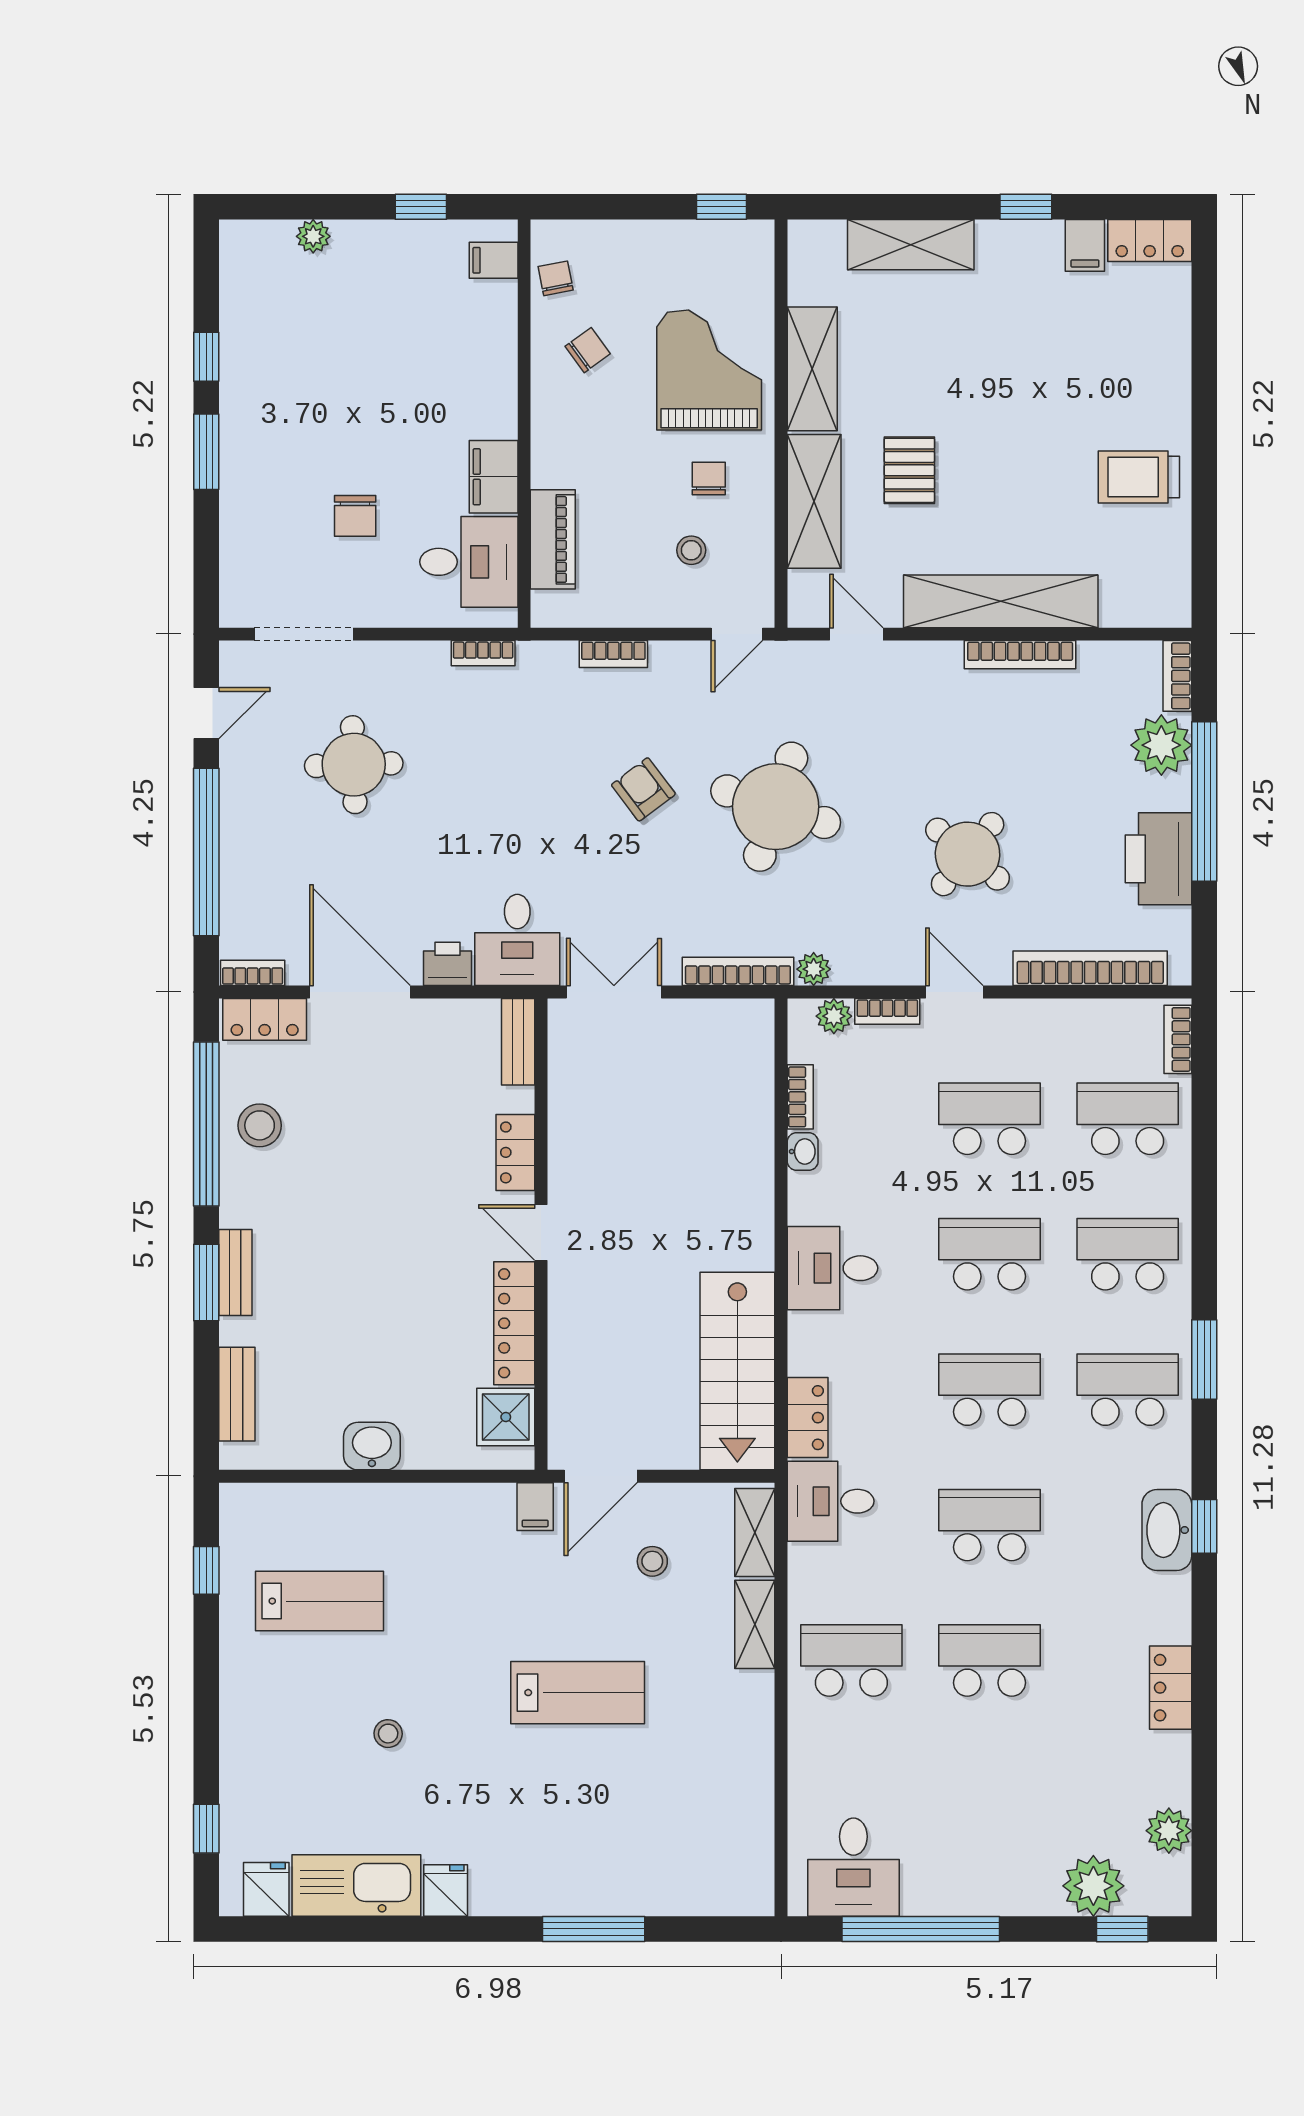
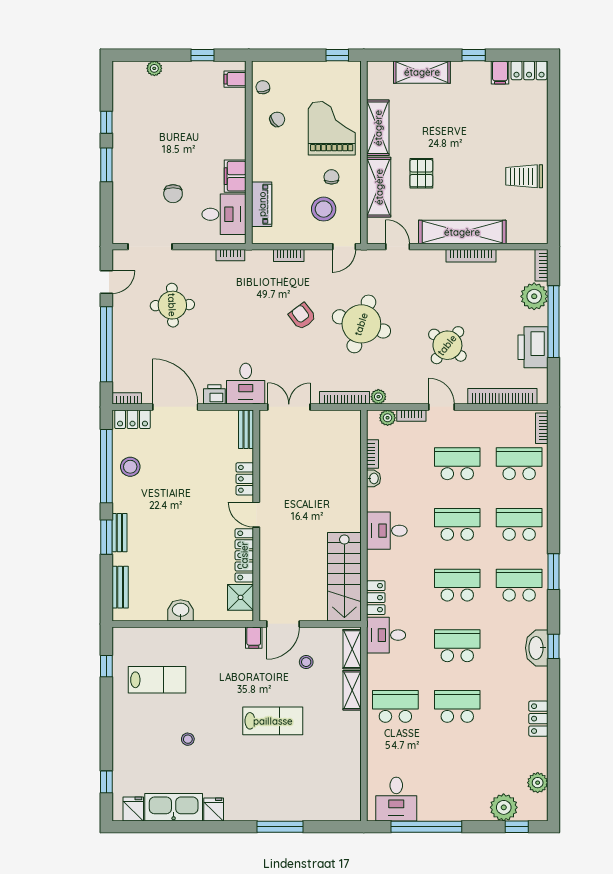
stool: (691, 550) -> (324, 209), width x1.89, depth x1.89

